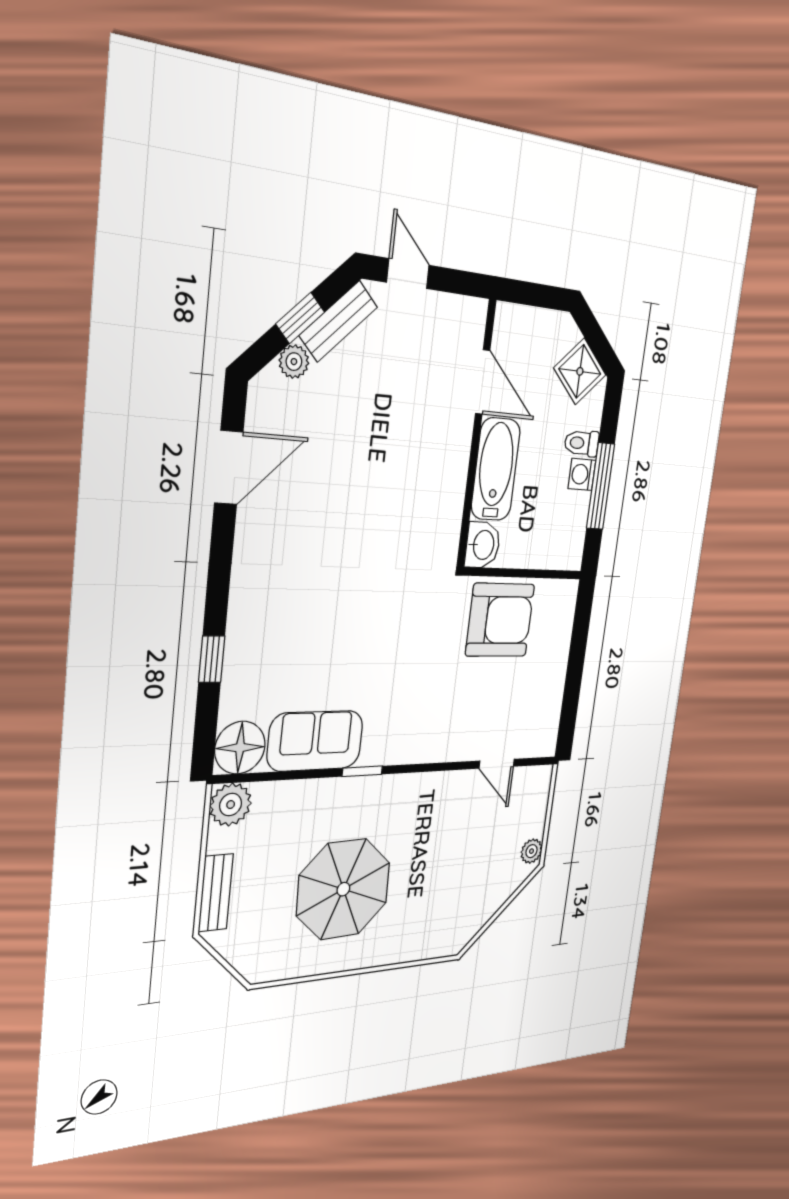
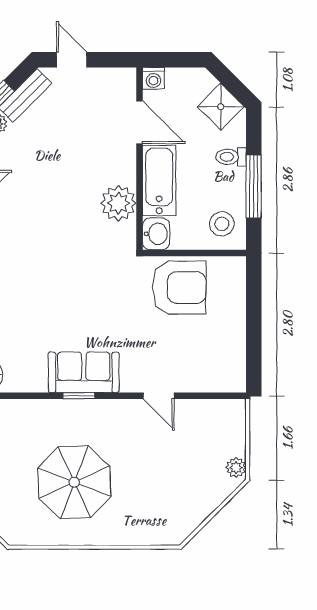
washing machine: (582, 474) -> (153, 78), moved, turned -90
plant: (443, 499) -> (118, 203), added
stool: (559, 535) -> (222, 224), added
sofa: (315, 741) -> (84, 372), moved
door: (497, 764) -> (159, 396), moved

